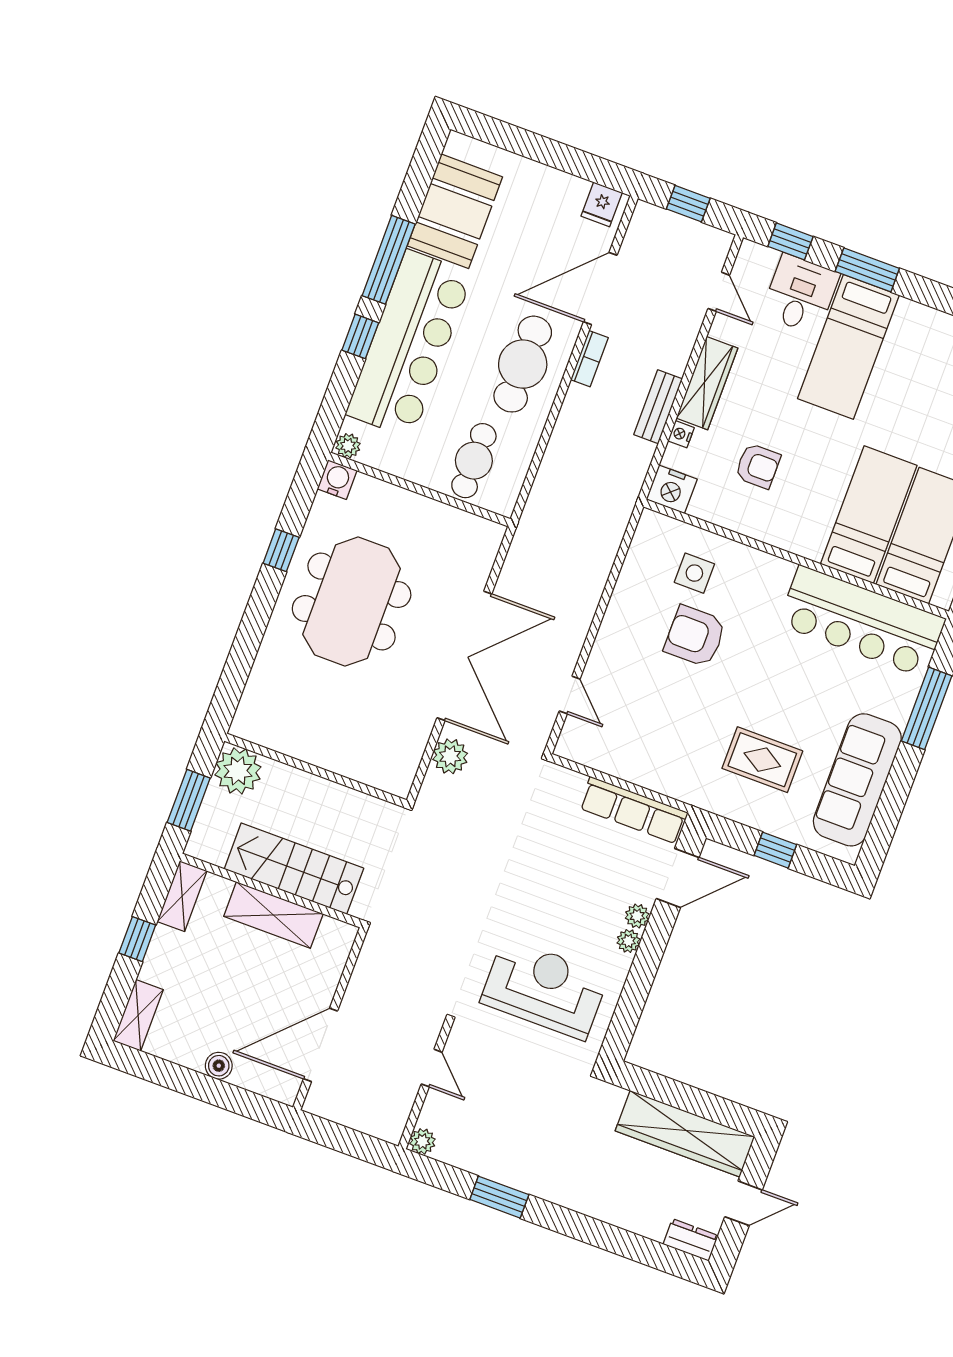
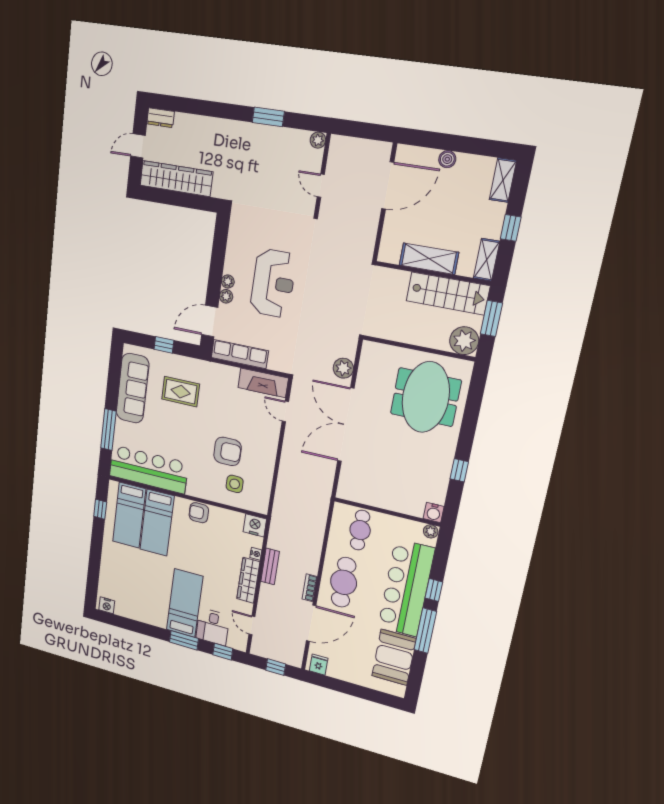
armchair: (758, 466) -> (199, 513), moved
meeting table: (352, 602) -> (426, 397), moved
fireplace: (601, 752) -> (263, 383), added
stairs: (294, 869) -> (448, 293), moved
reception desk: (544, 989) -> (273, 283), moved, turned -90

